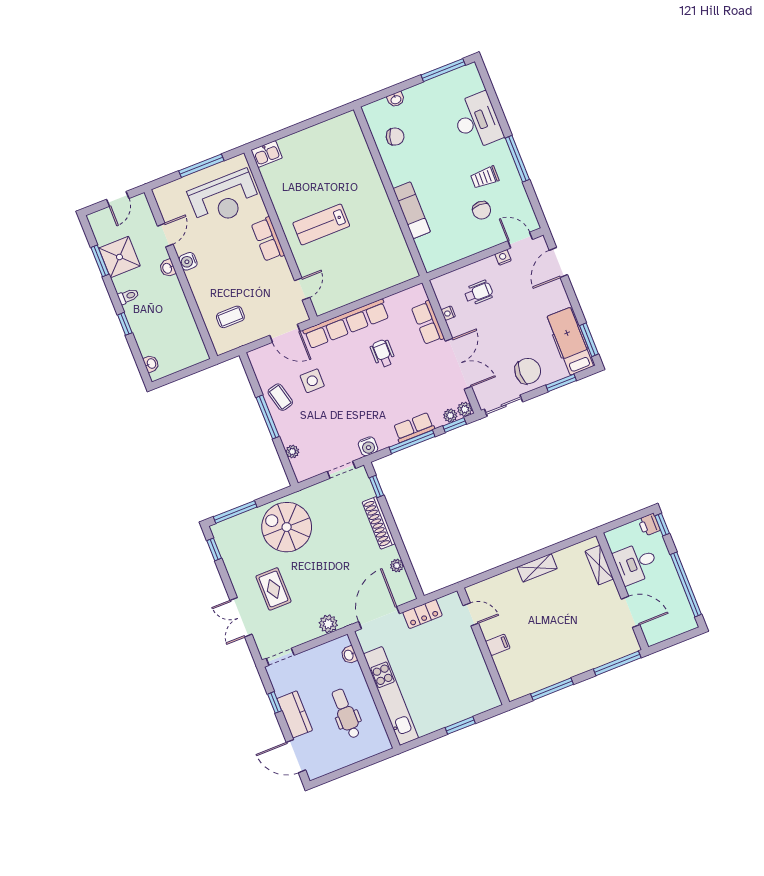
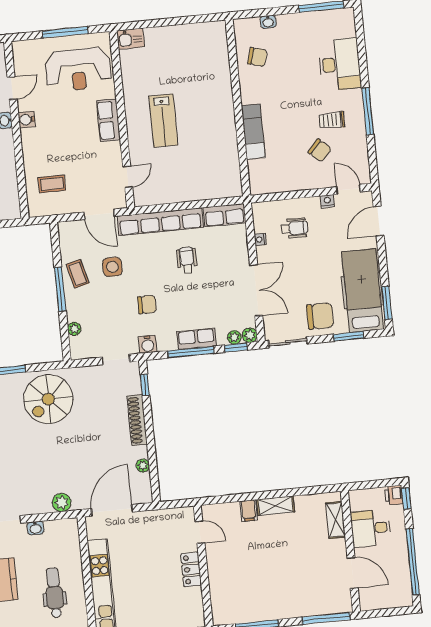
chair: (482, 210) -> (320, 150), turned -48
lab bench: (321, 224) -> (163, 121), turned -90
row of seats: (428, 323) -> (224, 215), moved, turned -90
hospital bed: (570, 341) -> (363, 291), width x1.37, depth x1.29
chair: (356, 408) -> (147, 305), added
spiral stairs: (287, 527) -> (48, 399), turned -90
rug: (273, 589) -> (19, 454), removed
locker: (422, 614) -> (191, 569), moved, turned 90
filing cabinet: (498, 645) -> (249, 511), moved, turned 90
washbasin: (349, 655) -> (35, 528), moved, turned -90

